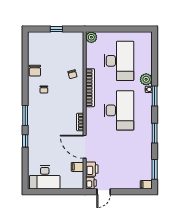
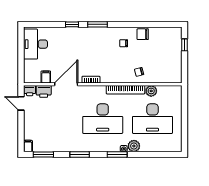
window: (56, 29) -> (184, 45), moved
plant: (91, 37) -> (151, 91), moved

